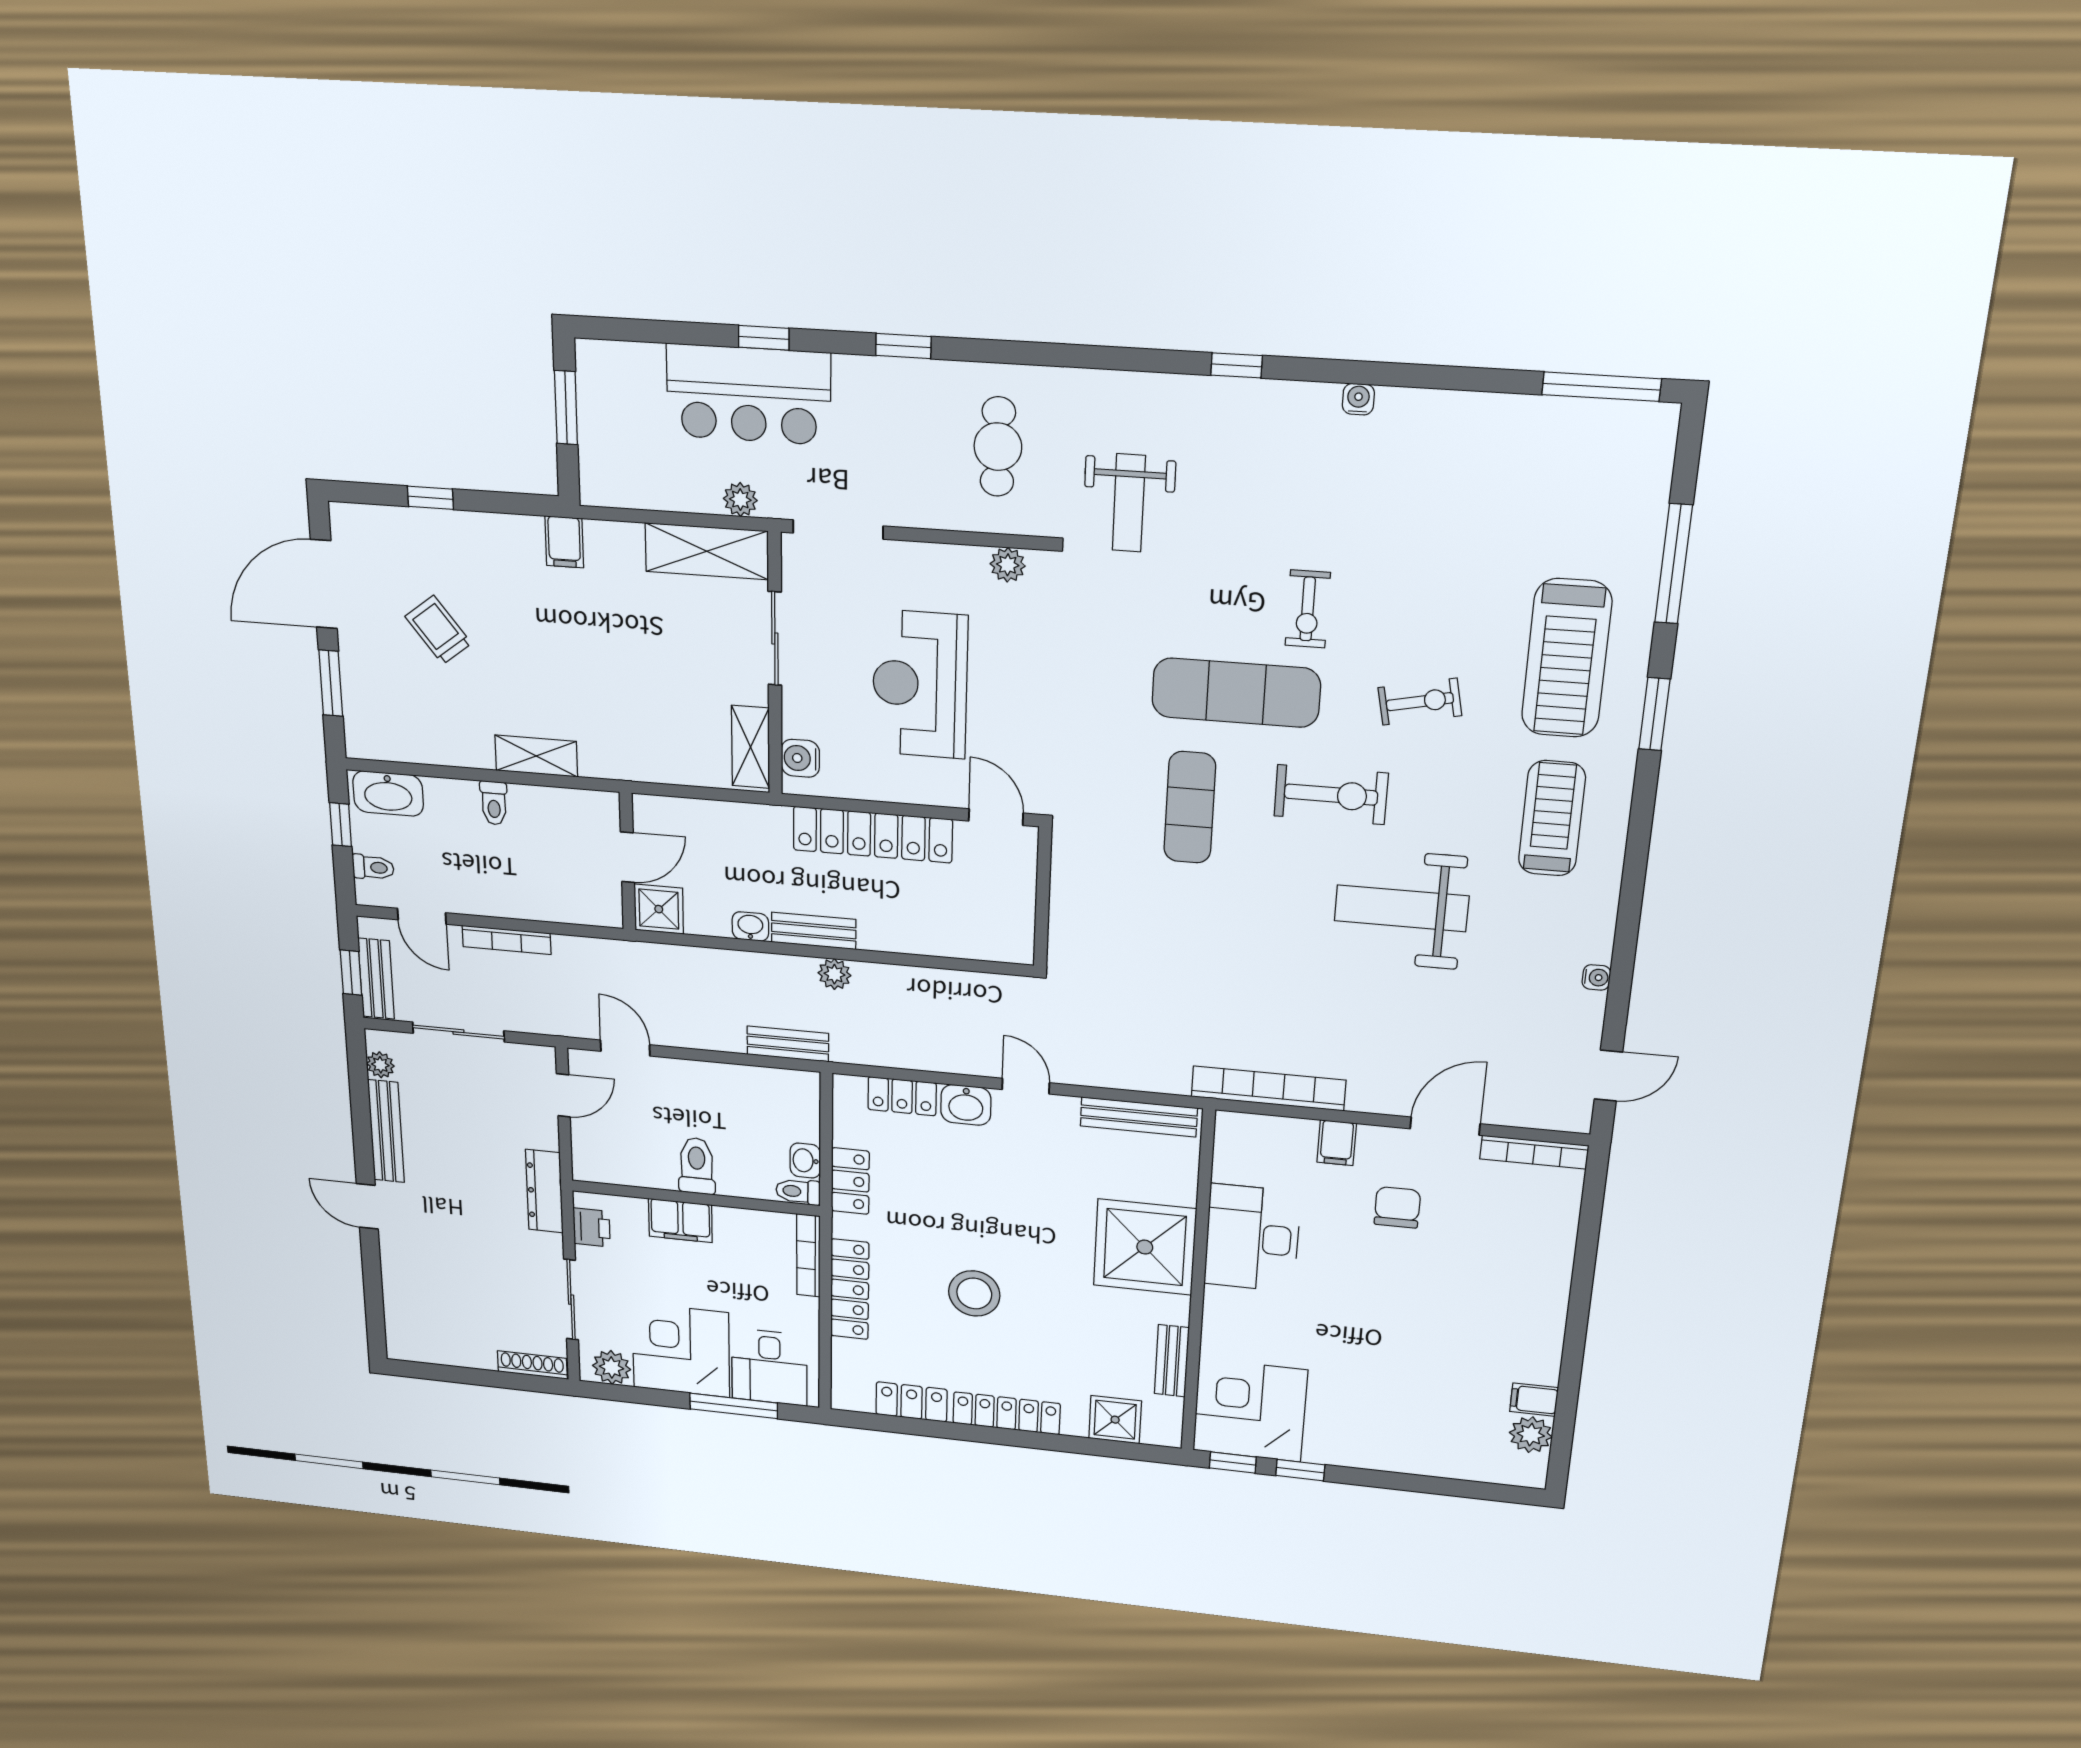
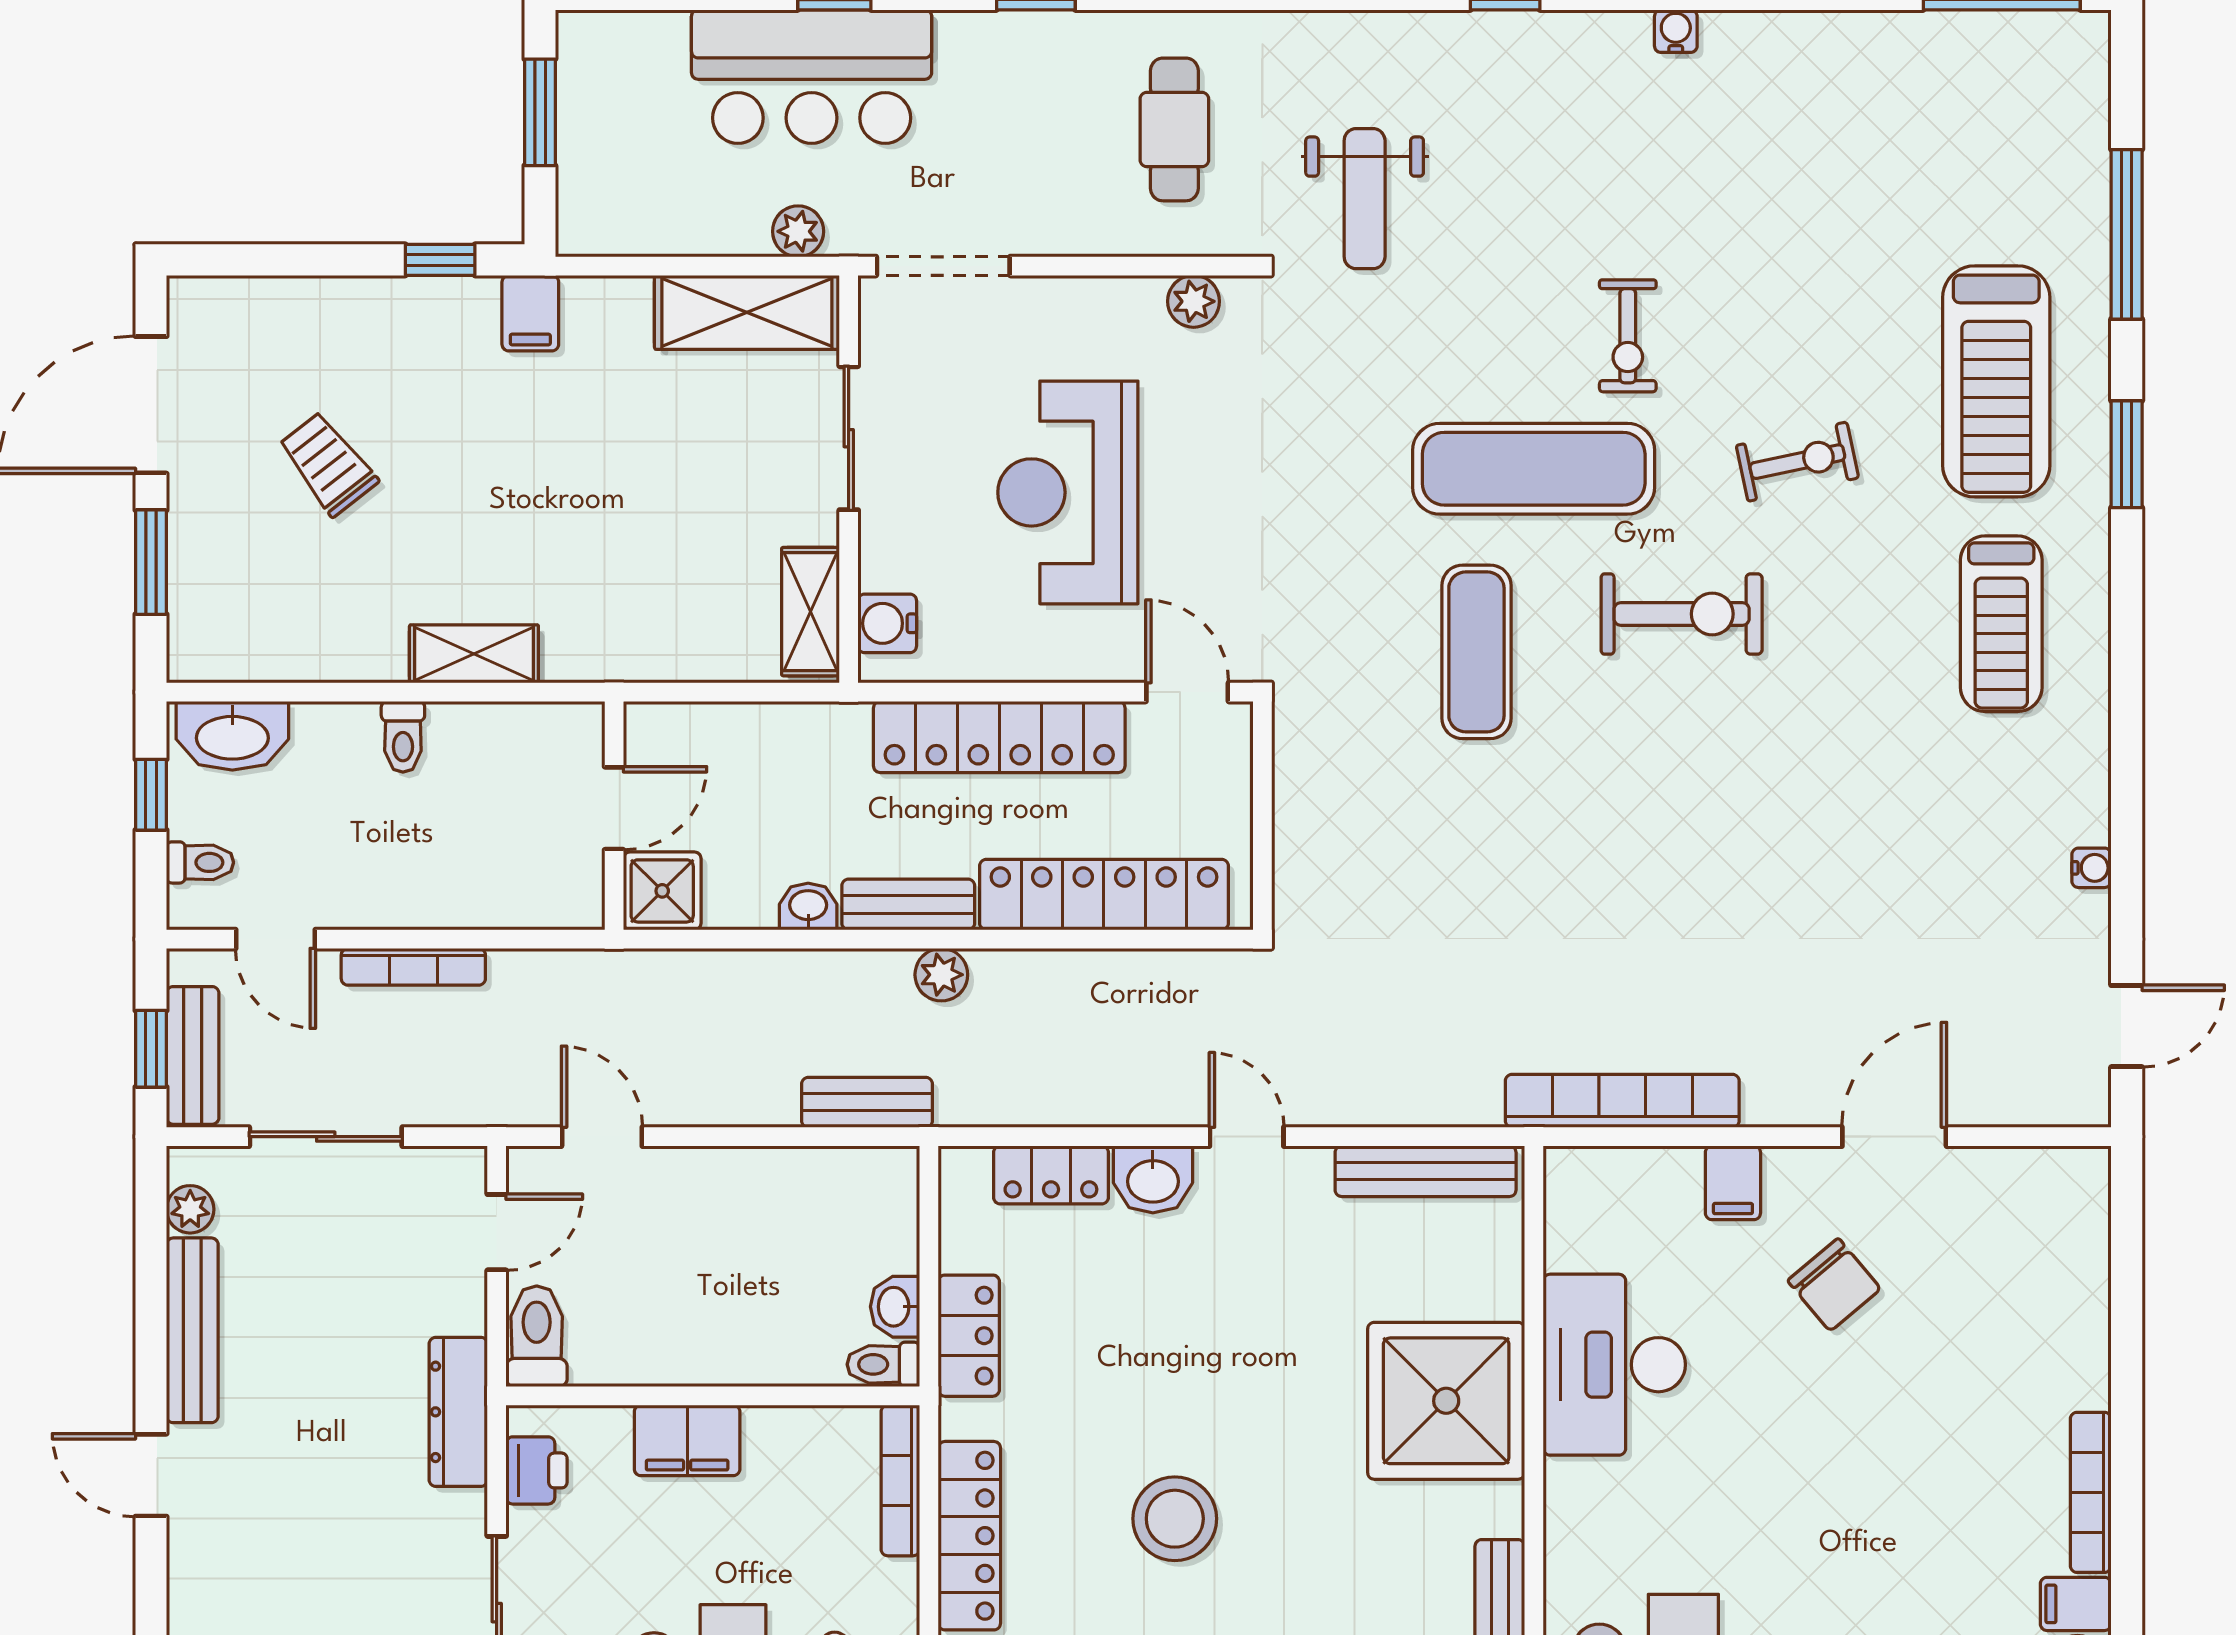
window: (430, 498) -> (440, 260), moved
treadmill: (1552, 818) -> (2001, 624), turned 180
weight bench: (1401, 908) -> (1798, 784), removed
locker: (939, 936) -> (1104, 895), added
bookcase: (1534, 1152) -> (2091, 1492), moved, turned 90
toilet: (697, 1166) -> (537, 1336), moved
chair: (1397, 1207) -> (1834, 1285), turned 140

